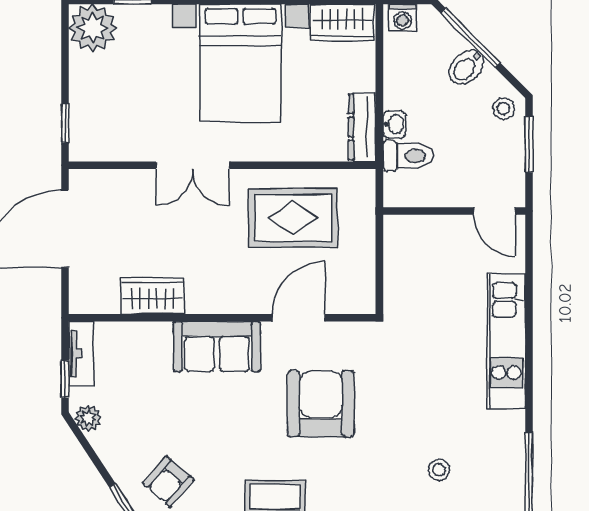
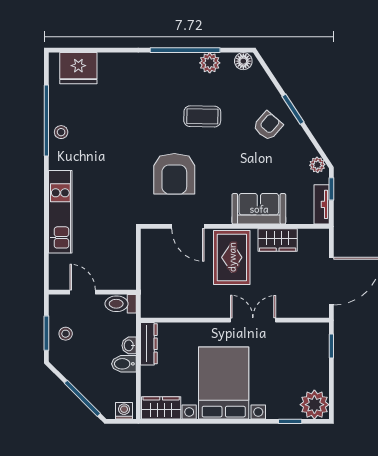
bidet: (466, 67) -> (124, 364), moved, turned -135
stool: (503, 108) -> (66, 334), moved
toilet: (408, 156) -> (121, 304), moved
door: (495, 211) -> (83, 292), moved
rug: (293, 218) -> (232, 257), moved, turned 90
door: (299, 318) -> (188, 226), hinge flipped
sofa: (217, 347) -> (259, 209), moved
stool: (439, 470) -> (61, 132), moved

